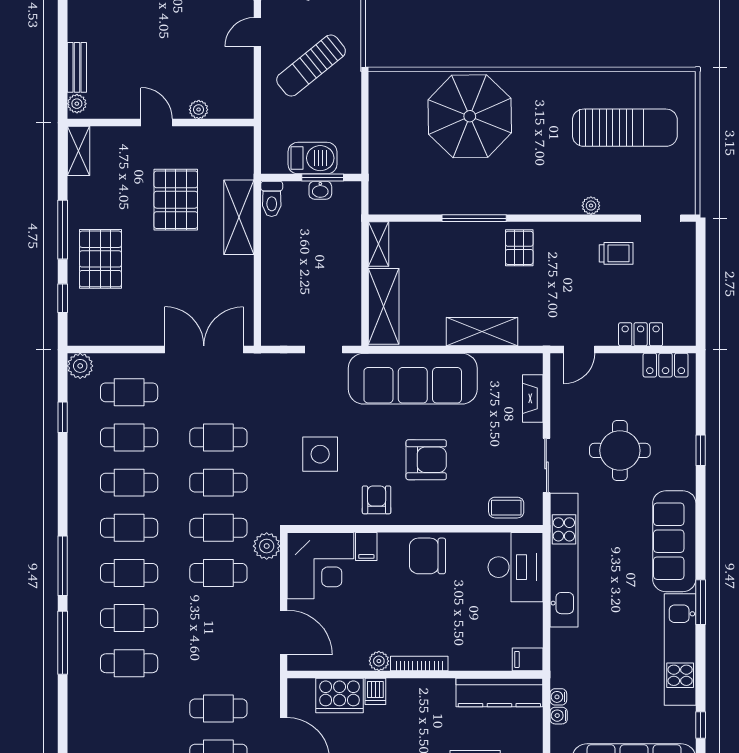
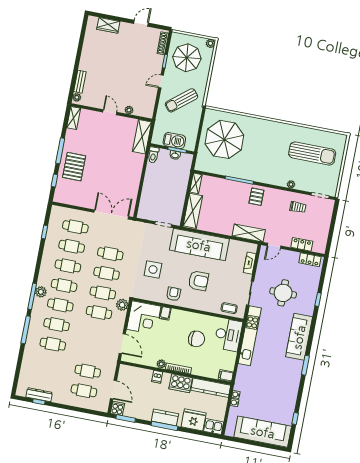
parasol: (470, 116) -> (224, 139), moved
pallet: (176, 200) -> (112, 147), removed
shelving: (239, 217) -> (142, 137), moved
shelving: (482, 332) -> (249, 233), moved
plant: (80, 366) -> (41, 292), moved
chair: (427, 556) -> (197, 339), moved, turned 180
kitchen unit: (680, 650) -> (293, 384), removed
cooker: (340, 696) -> (181, 383), moved

